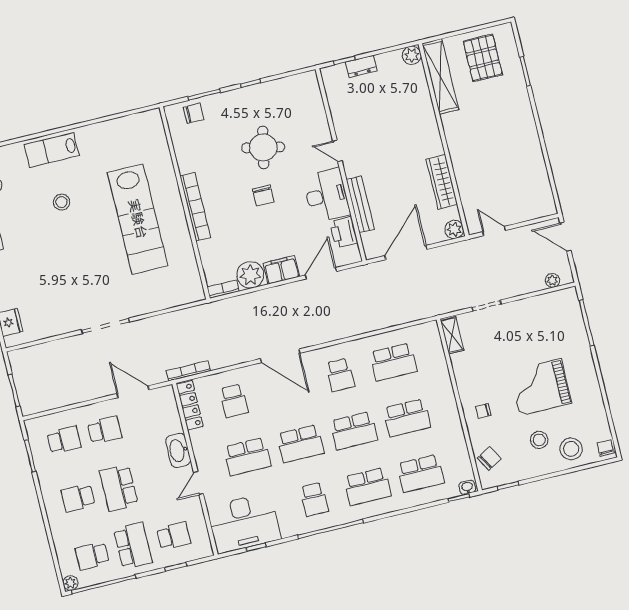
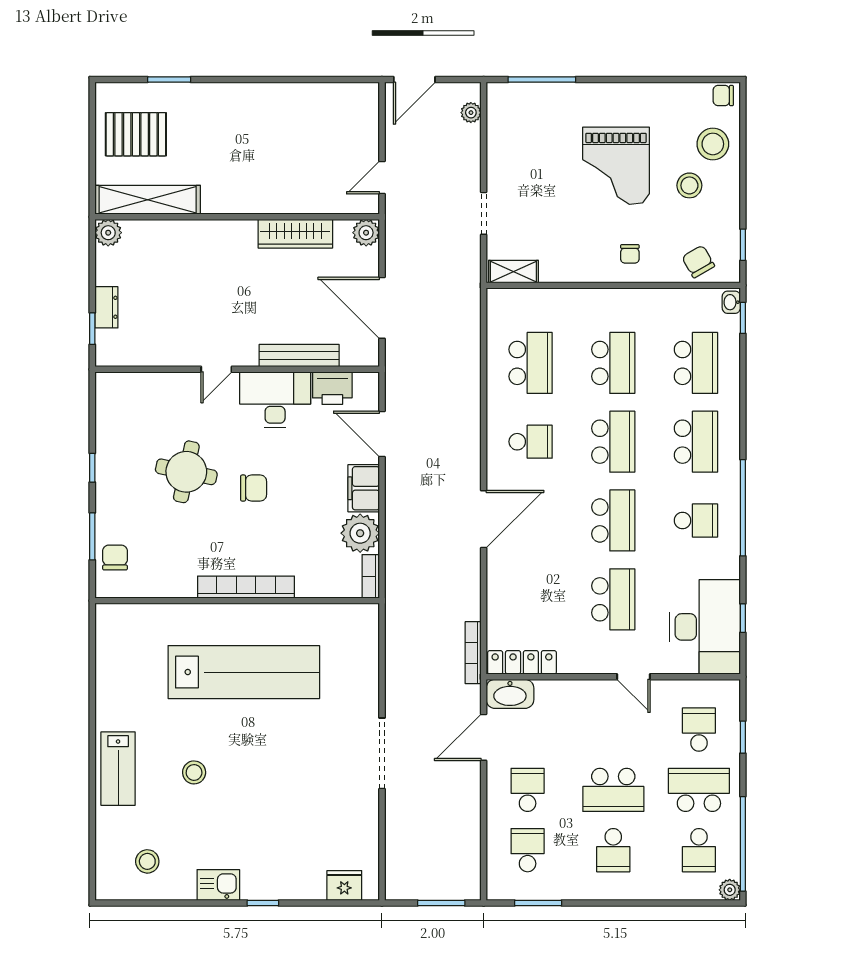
school desk: (234, 401) -> (531, 599), removed
washbasin: (178, 450) -> (510, 694), moved

